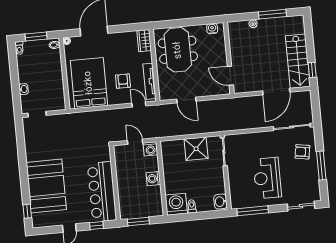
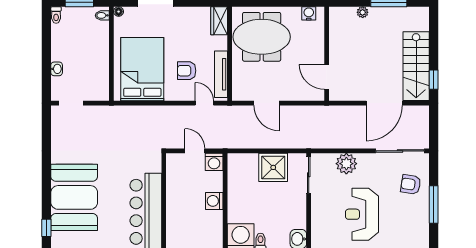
meeting table: (178, 50) -> (262, 37), turned 90
armchair: (123, 81) -> (187, 71), turned -90
plant: (252, 141) -> (346, 164), added

